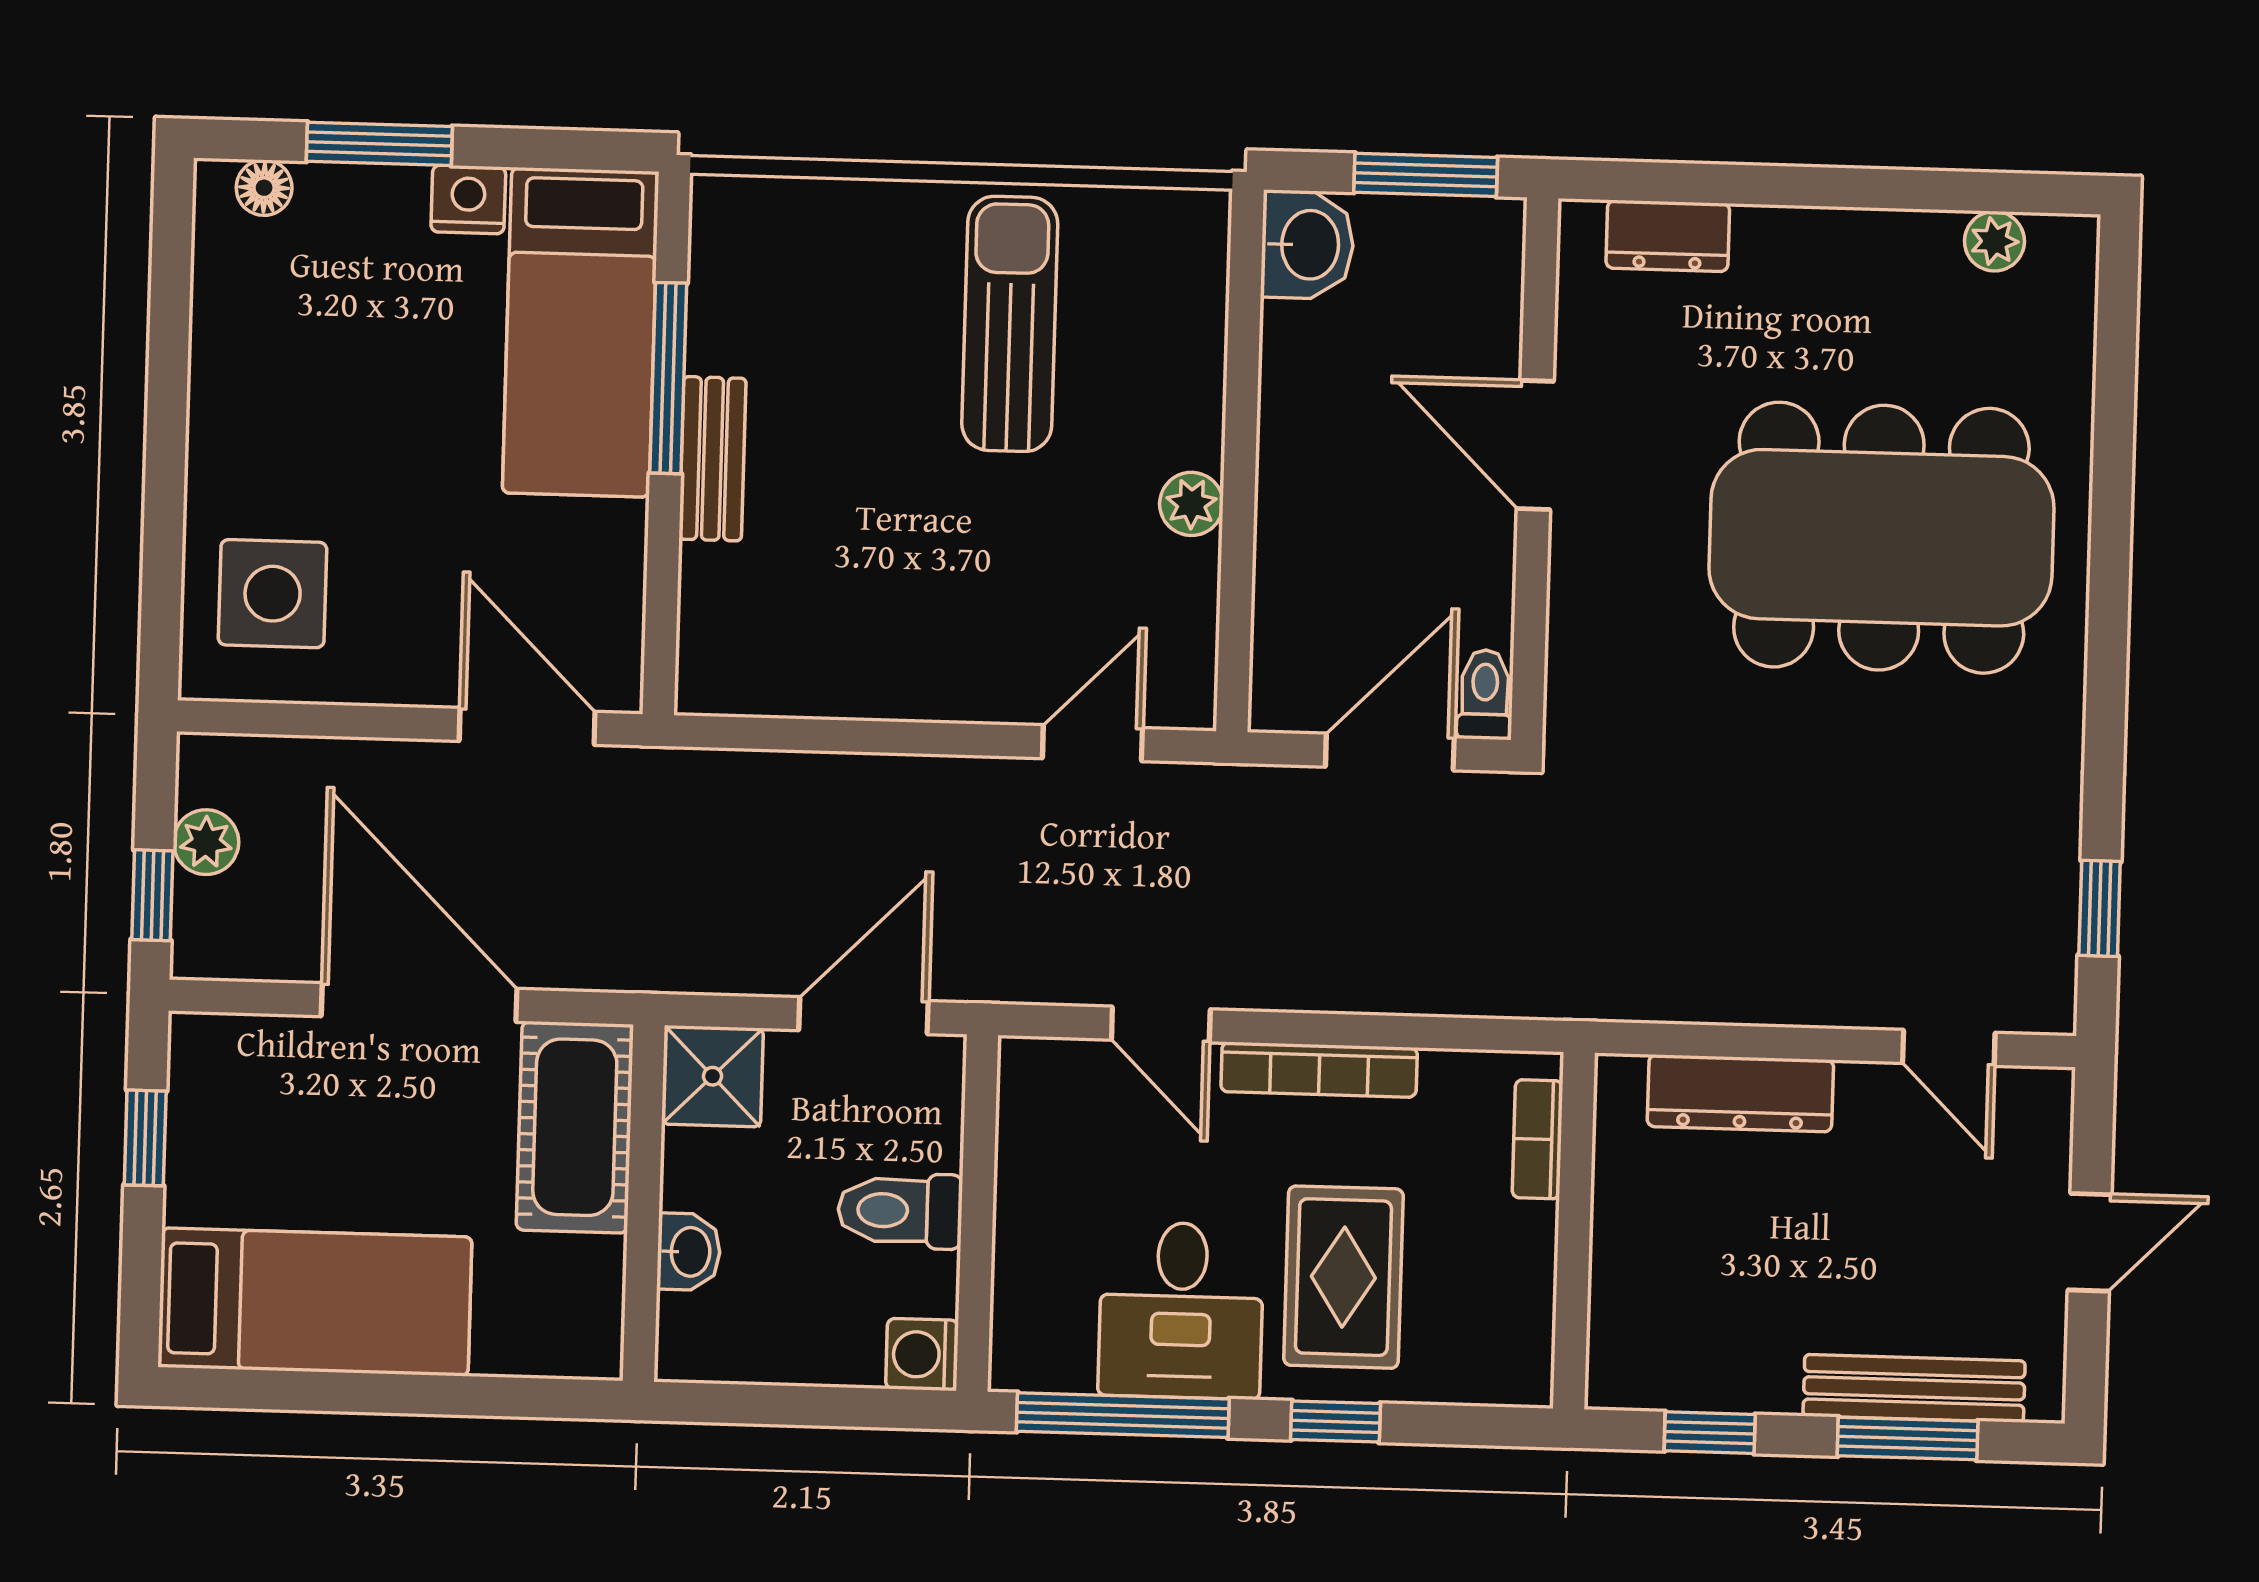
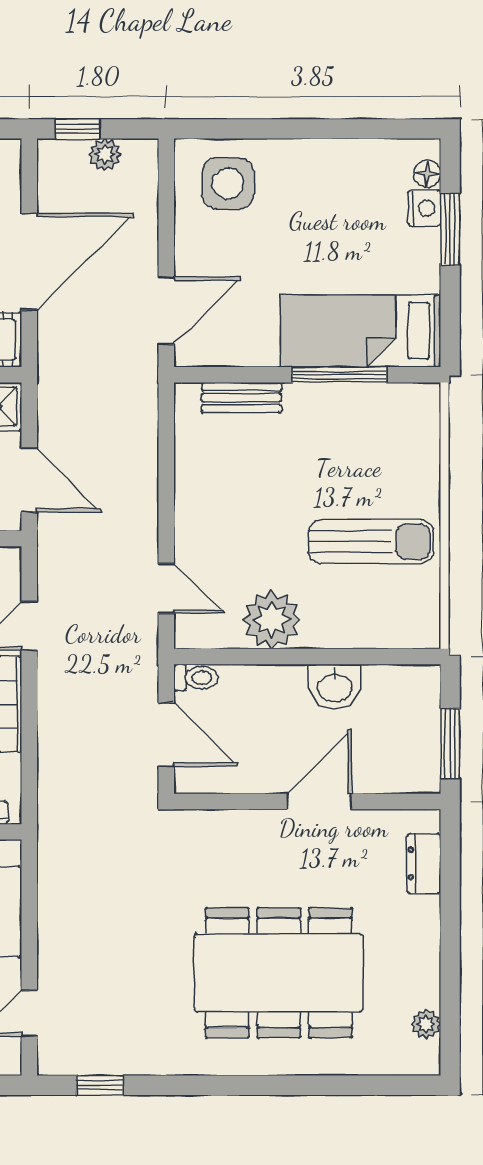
nightstand: (468, 200) -> (424, 208), moved
washbasin: (1307, 245) -> (335, 687), moved
bench: (712, 459) -> (242, 398), moved
plant: (1191, 504) -> (272, 620), width x1.87, depth x1.87
dining table: (1881, 538) -> (279, 973), turned 90
toilet: (1485, 695) -> (196, 678), moved

